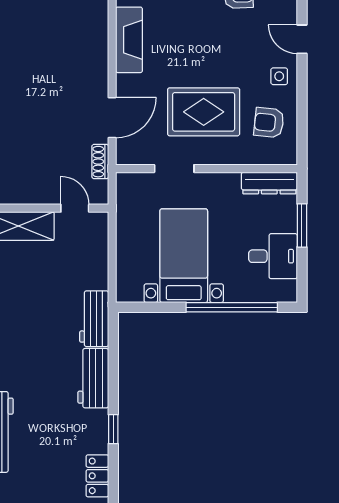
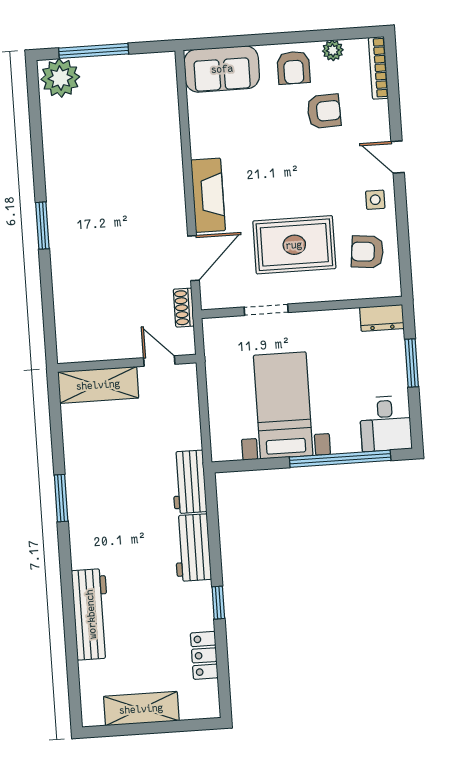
fireplace: (129, 40) -> (208, 195), moved
dresser: (269, 183) -> (382, 318), width x0.70
desk: (273, 256) -> (386, 423), moved, turned 90

